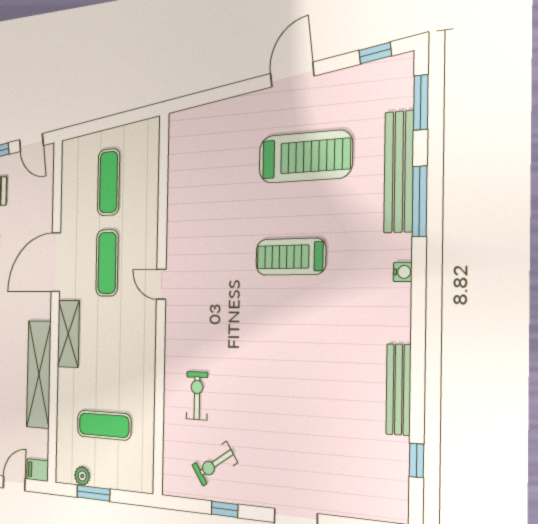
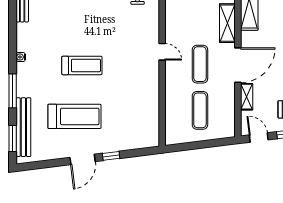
window: (375, 53) -> (111, 156), moved
treadmill: (305, 157) -> (74, 116), turned 180
bench: (399, 172) -> (23, 127), moved
shelving: (46, 209) -> (247, 97), added

